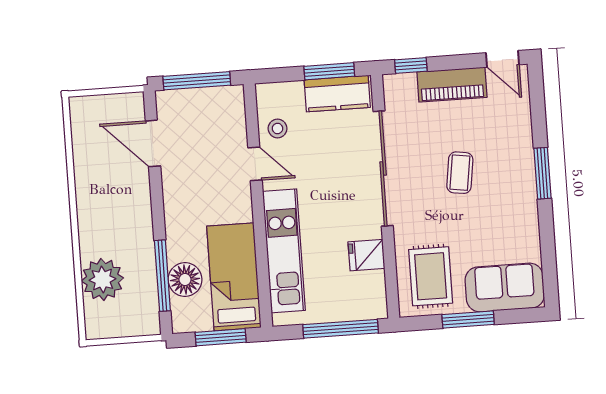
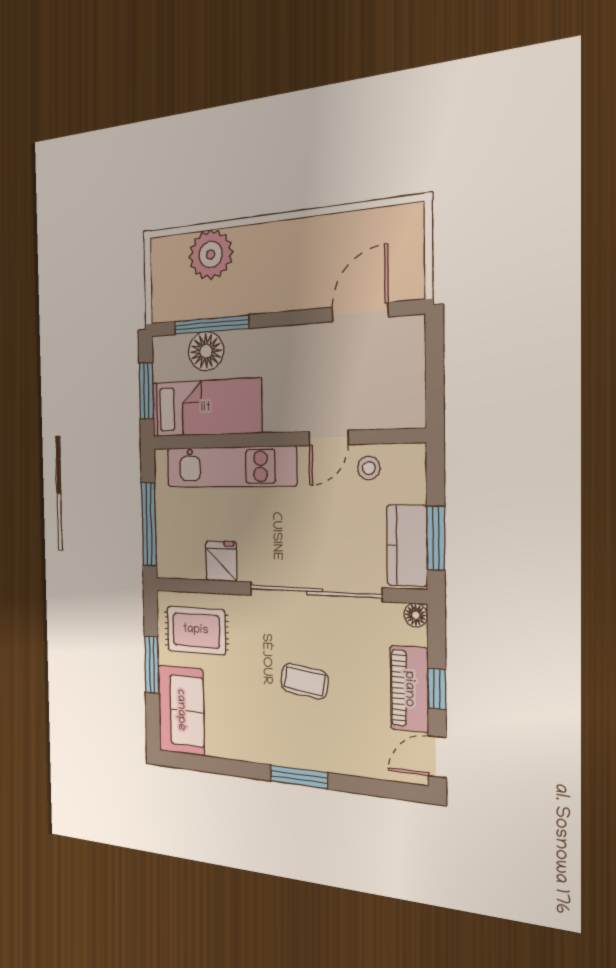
window: (411, 65) -> (437, 689), moved
window: (197, 81) -> (435, 368), removed
floor lamp: (392, 83) -> (416, 615), added

